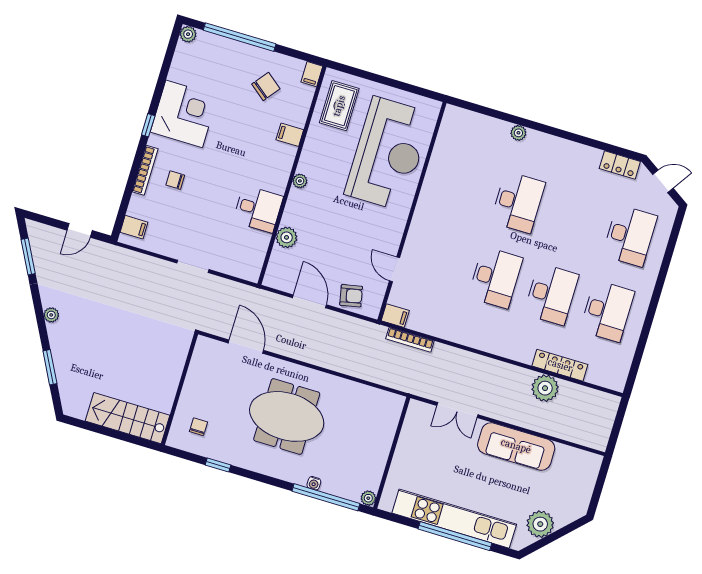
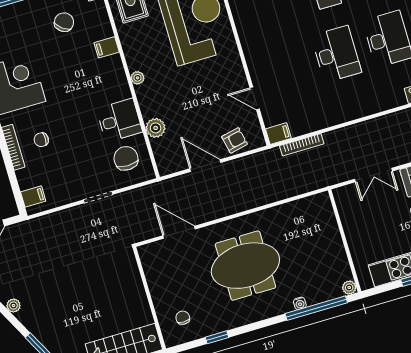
chair: (241, 248) -> (126, 158), added

